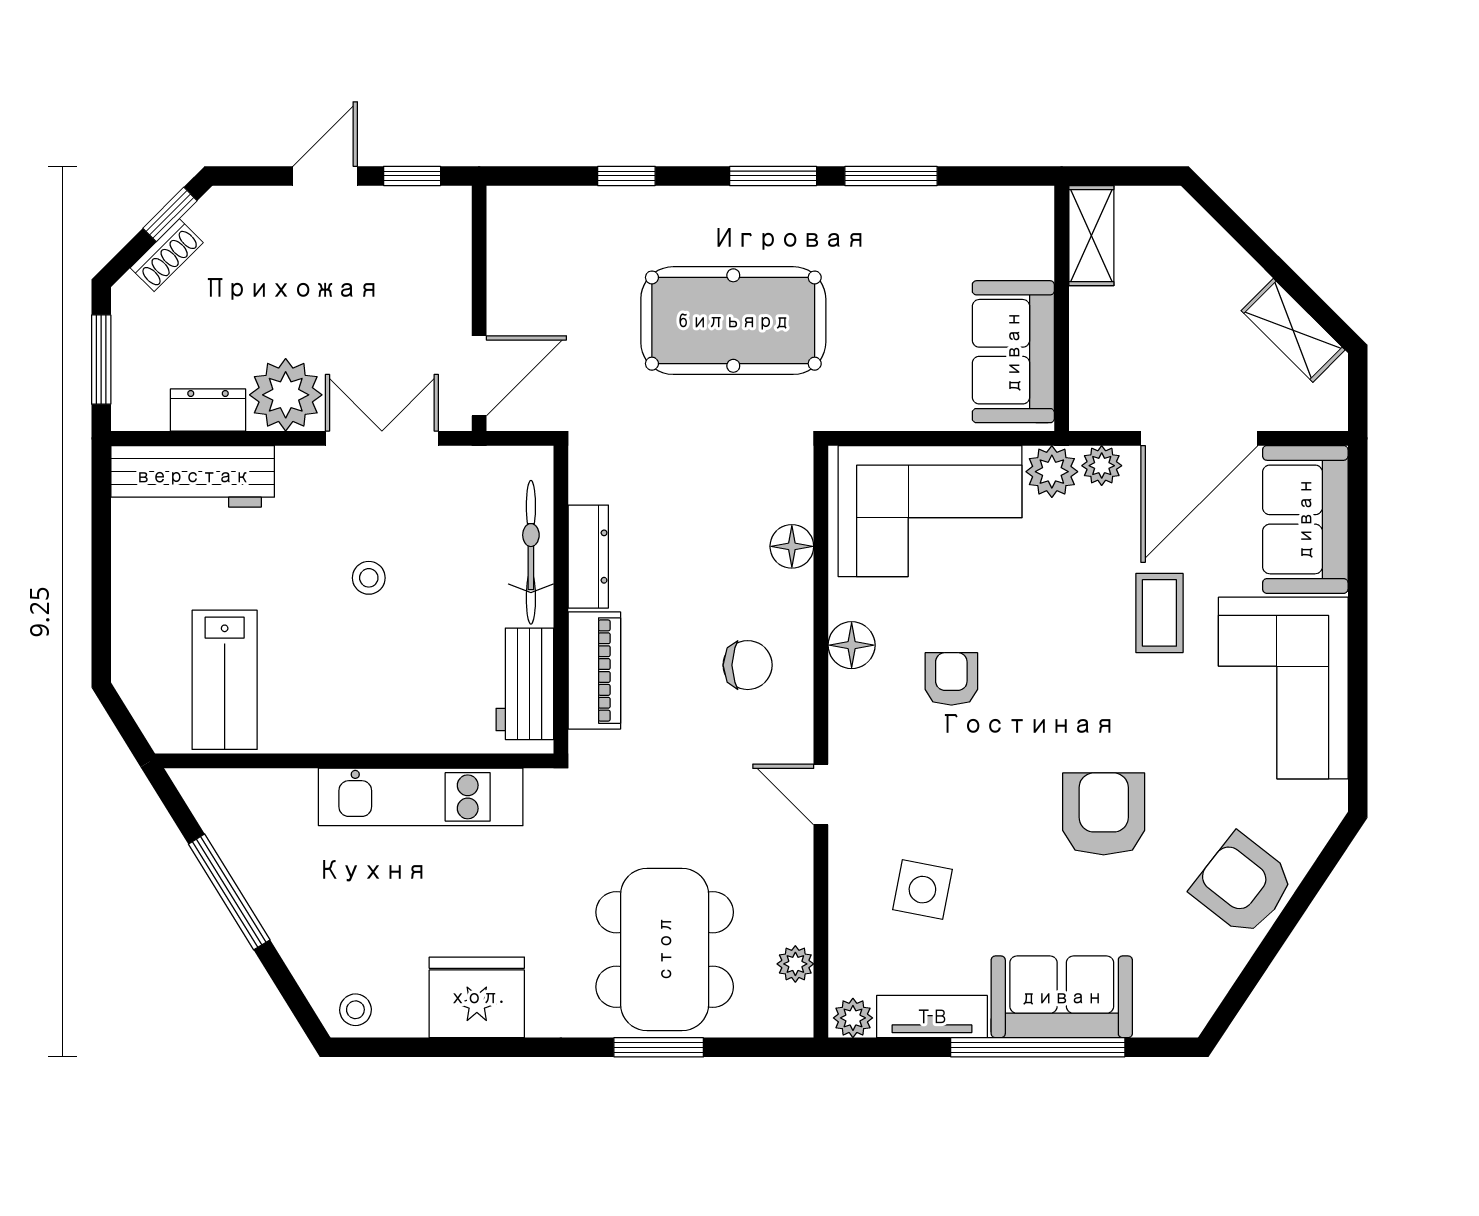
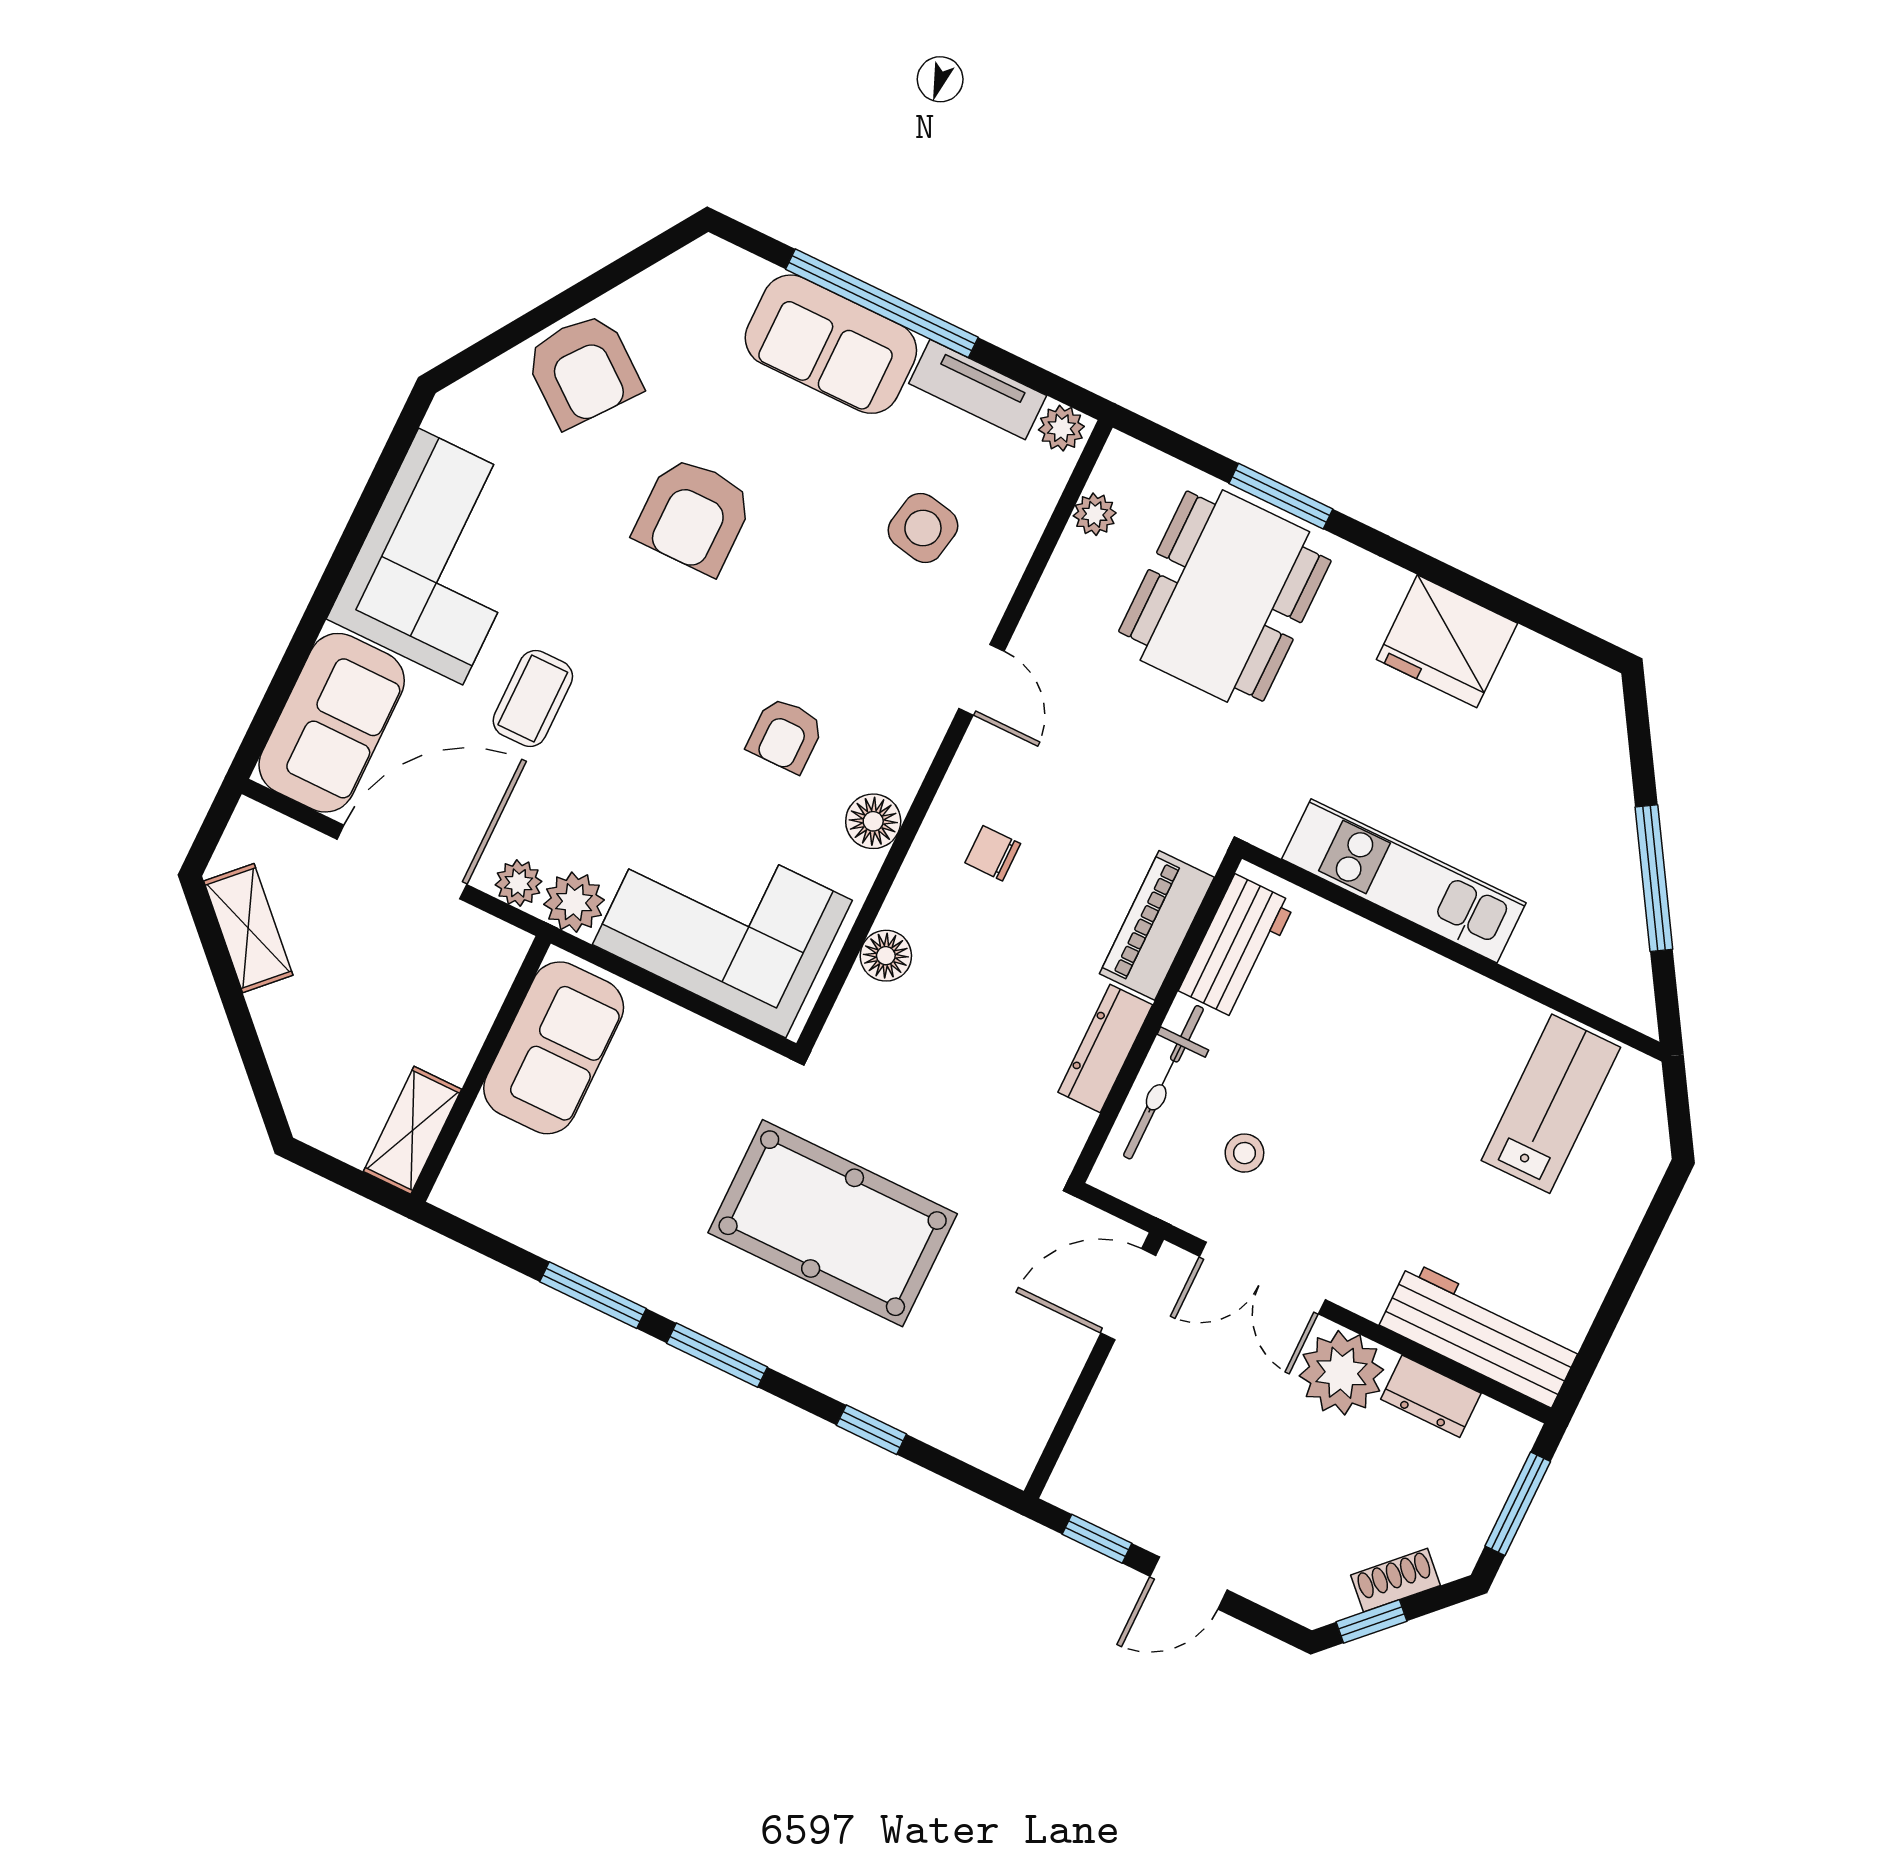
stool: (369, 578) -> (1244, 1153), moved
chair: (748, 665) -> (993, 853), width x0.73, depth x0.73
stool: (355, 1010) -> (1581, 690), removed

